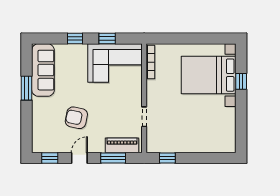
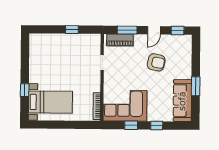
bed with nightstands: (209, 75) -> (50, 102), width x0.73
window: (167, 158) -> (72, 30), moved

